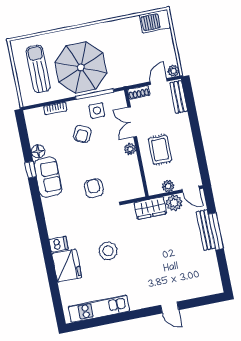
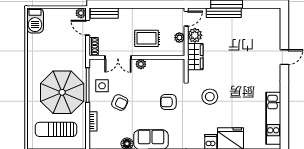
stool: (108, 251) -> (210, 97), moved

